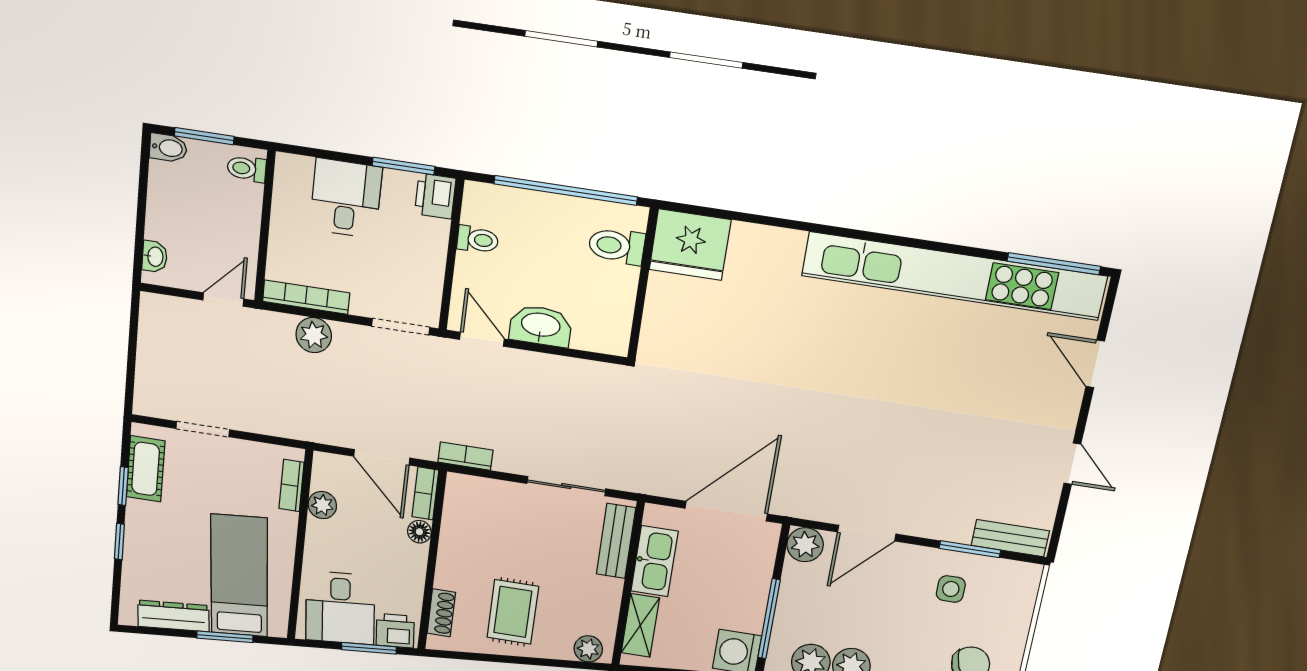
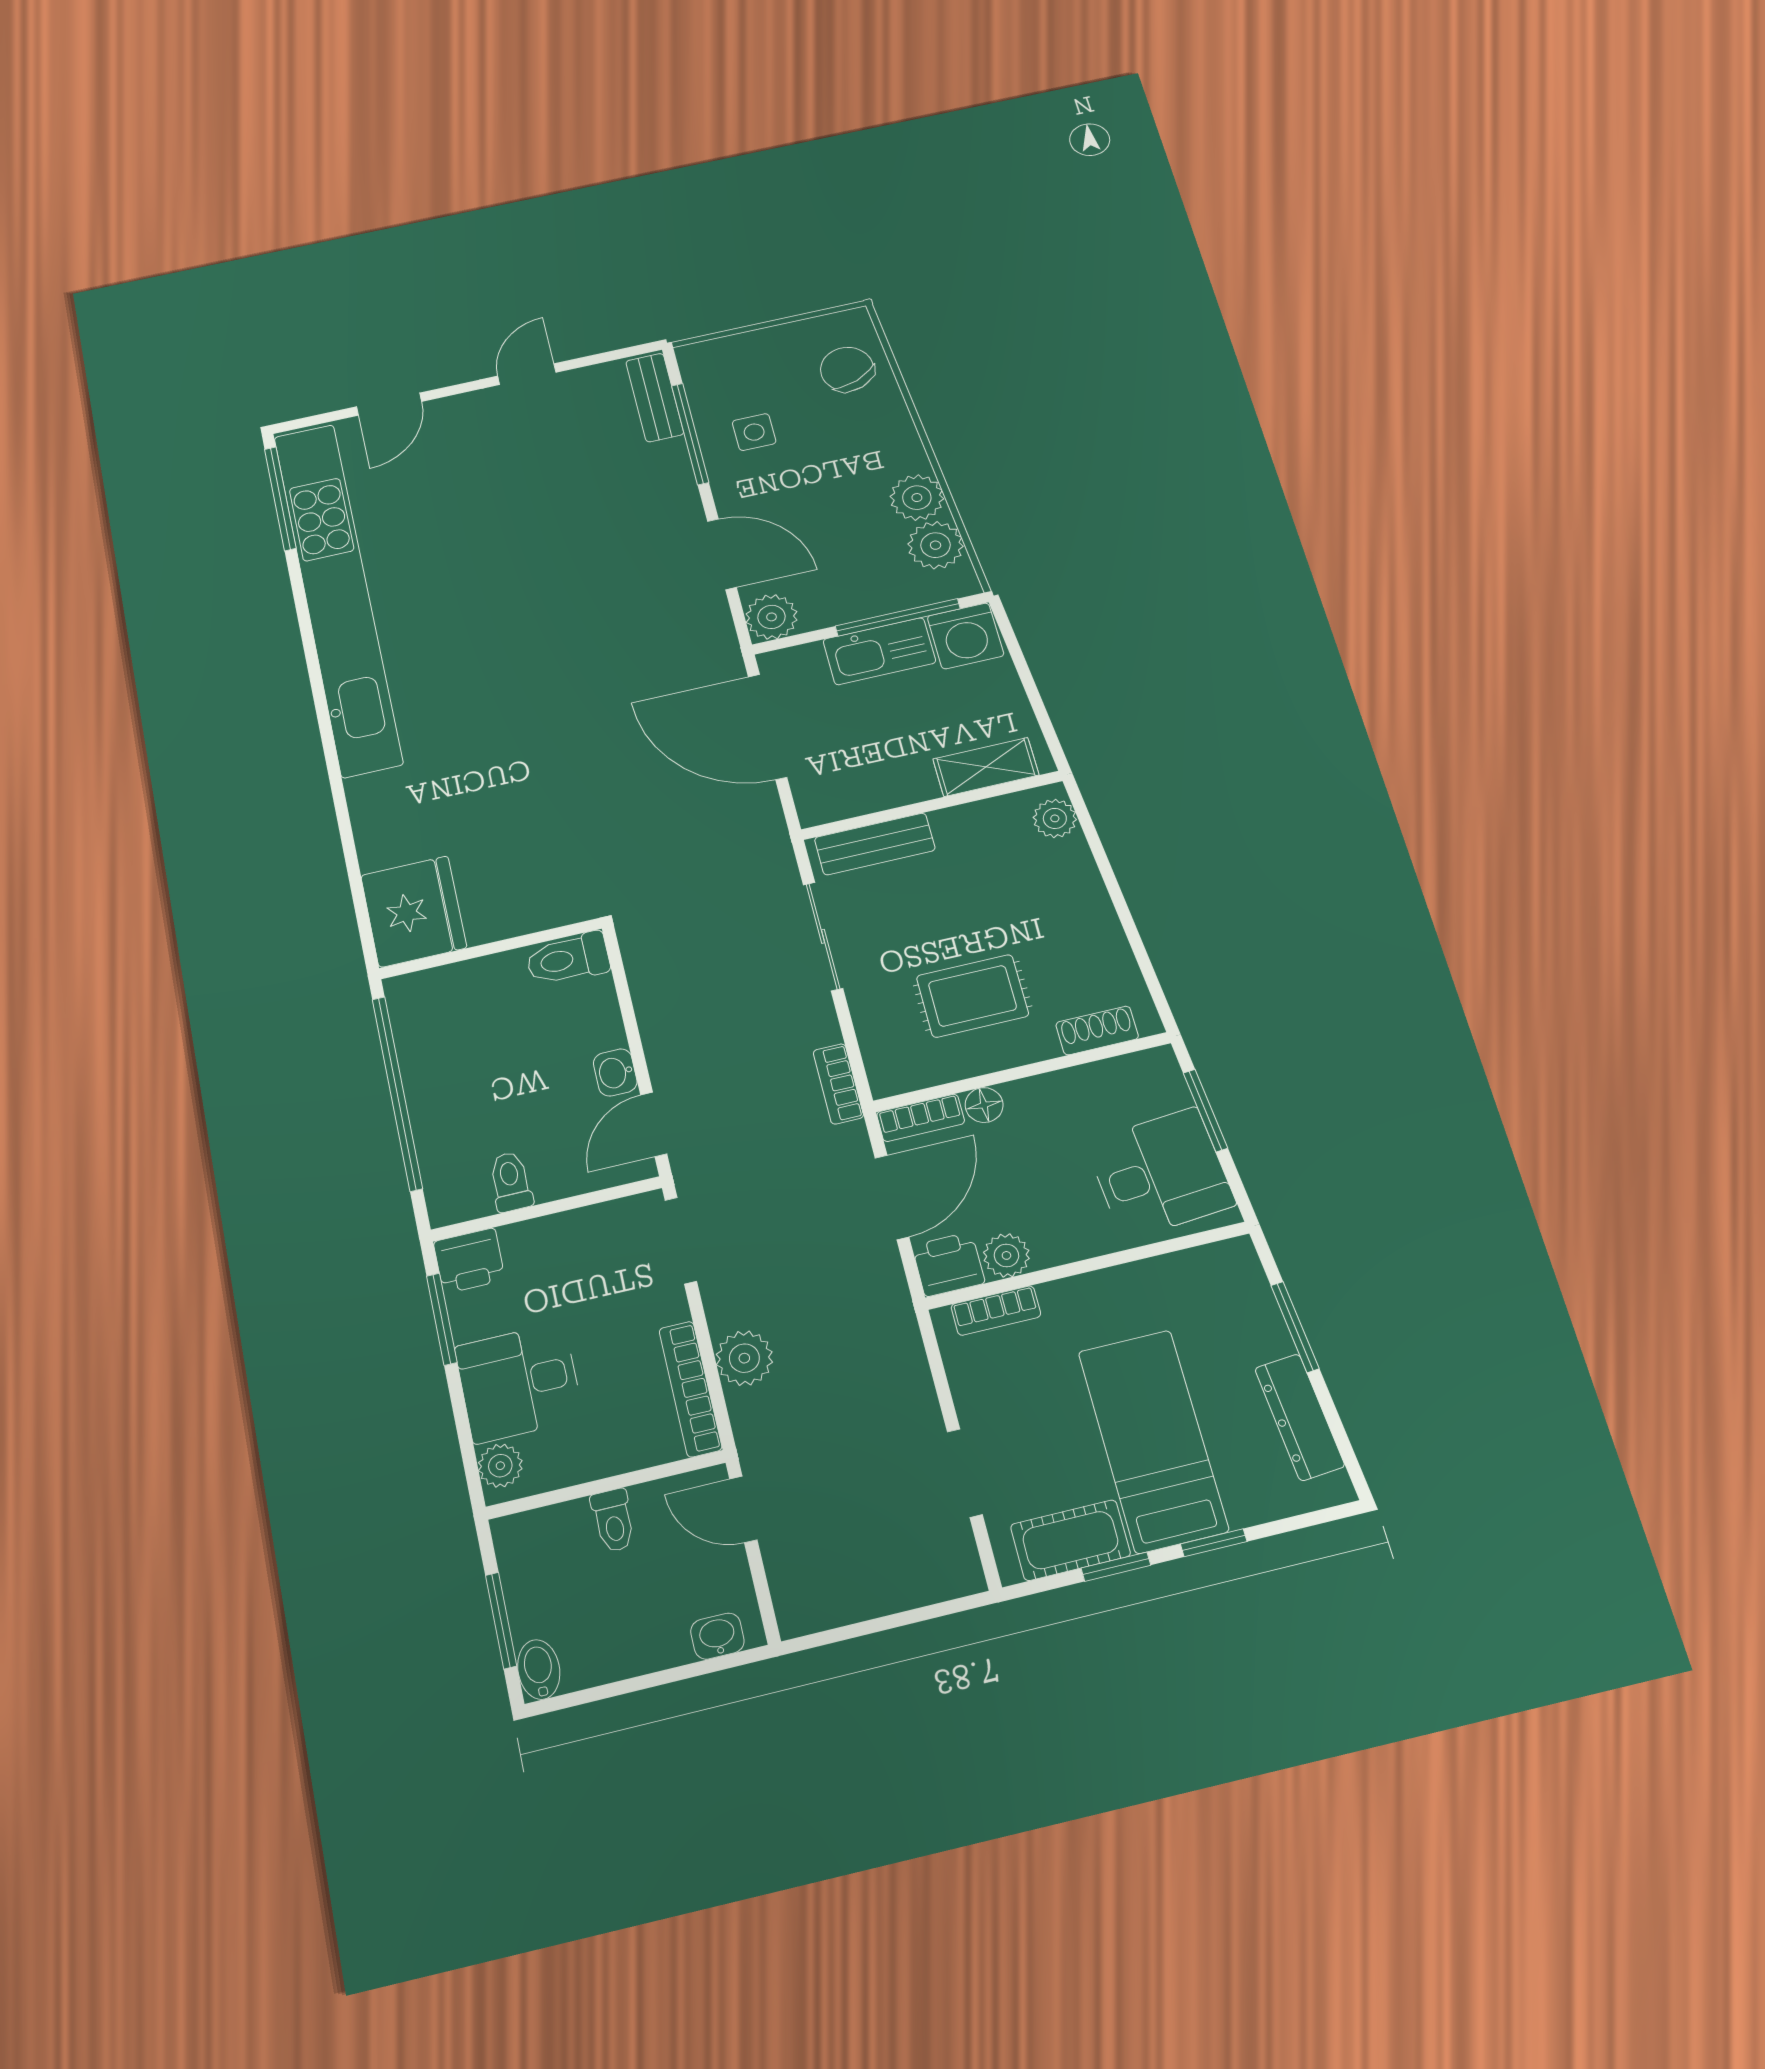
toilet: (247, 169) -> (613, 1520), moved
plant: (298, 169) -> (500, 1466), added
toilet: (617, 246) -> (568, 959), moved, turned 90
washbasin: (541, 326) -> (615, 1072), width x0.52, depth x0.69
window: (970, 549) -> (690, 434), width x1.44
kitchen sink: (654, 561) -> (879, 651), moved, turned 180
bed: (239, 576) -> (1153, 1441), moved, turned 95
rug: (513, 612) -> (972, 996), moved
printer: (395, 631) -> (948, 1264), moved, turned 95

